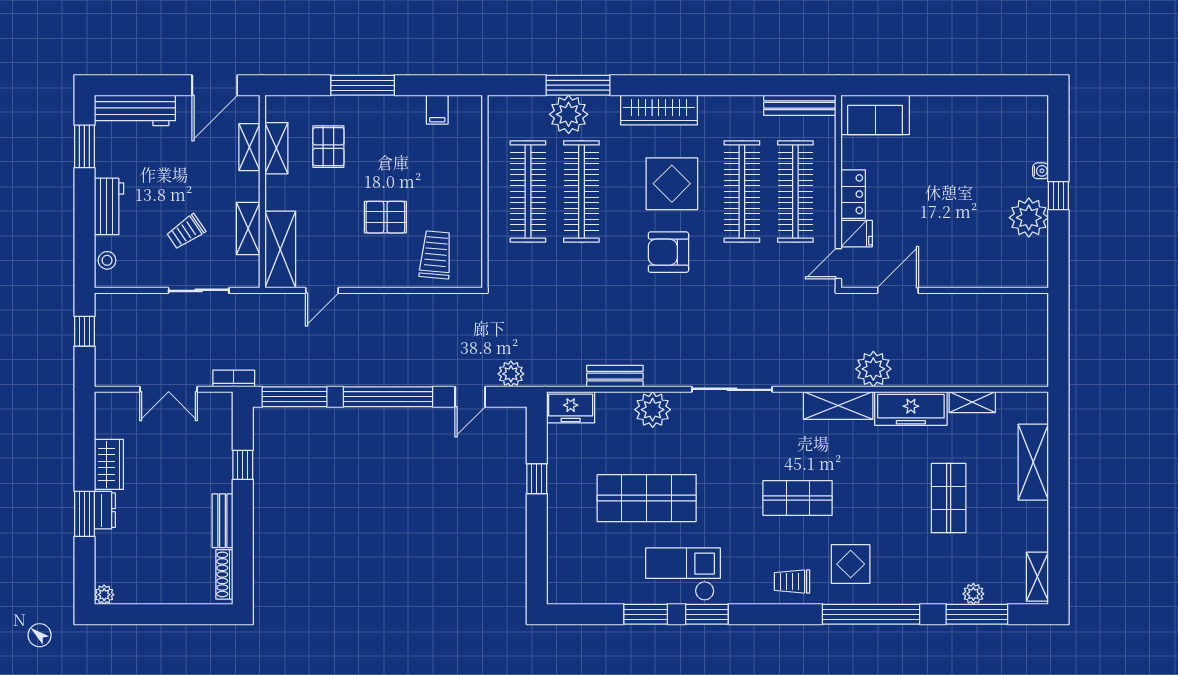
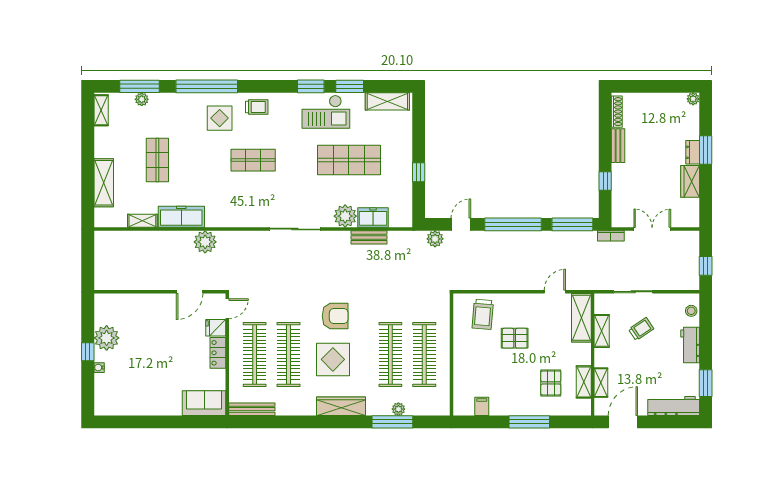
plant: (569, 114) -> (398, 409), width x0.53, depth x0.53
shelving: (838, 406) -> (387, 101), moved
freezer: (571, 407) -> (373, 218), moved

